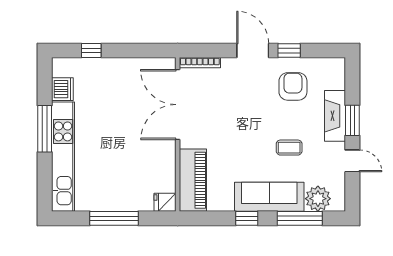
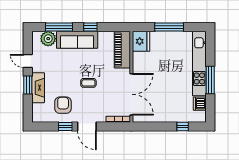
armchair: (293, 86) -> (63, 105), turned 180
coffee table: (289, 148) -> (88, 83), moved
fridge: (165, 202) -> (141, 41), width x1.88, depth x1.34

